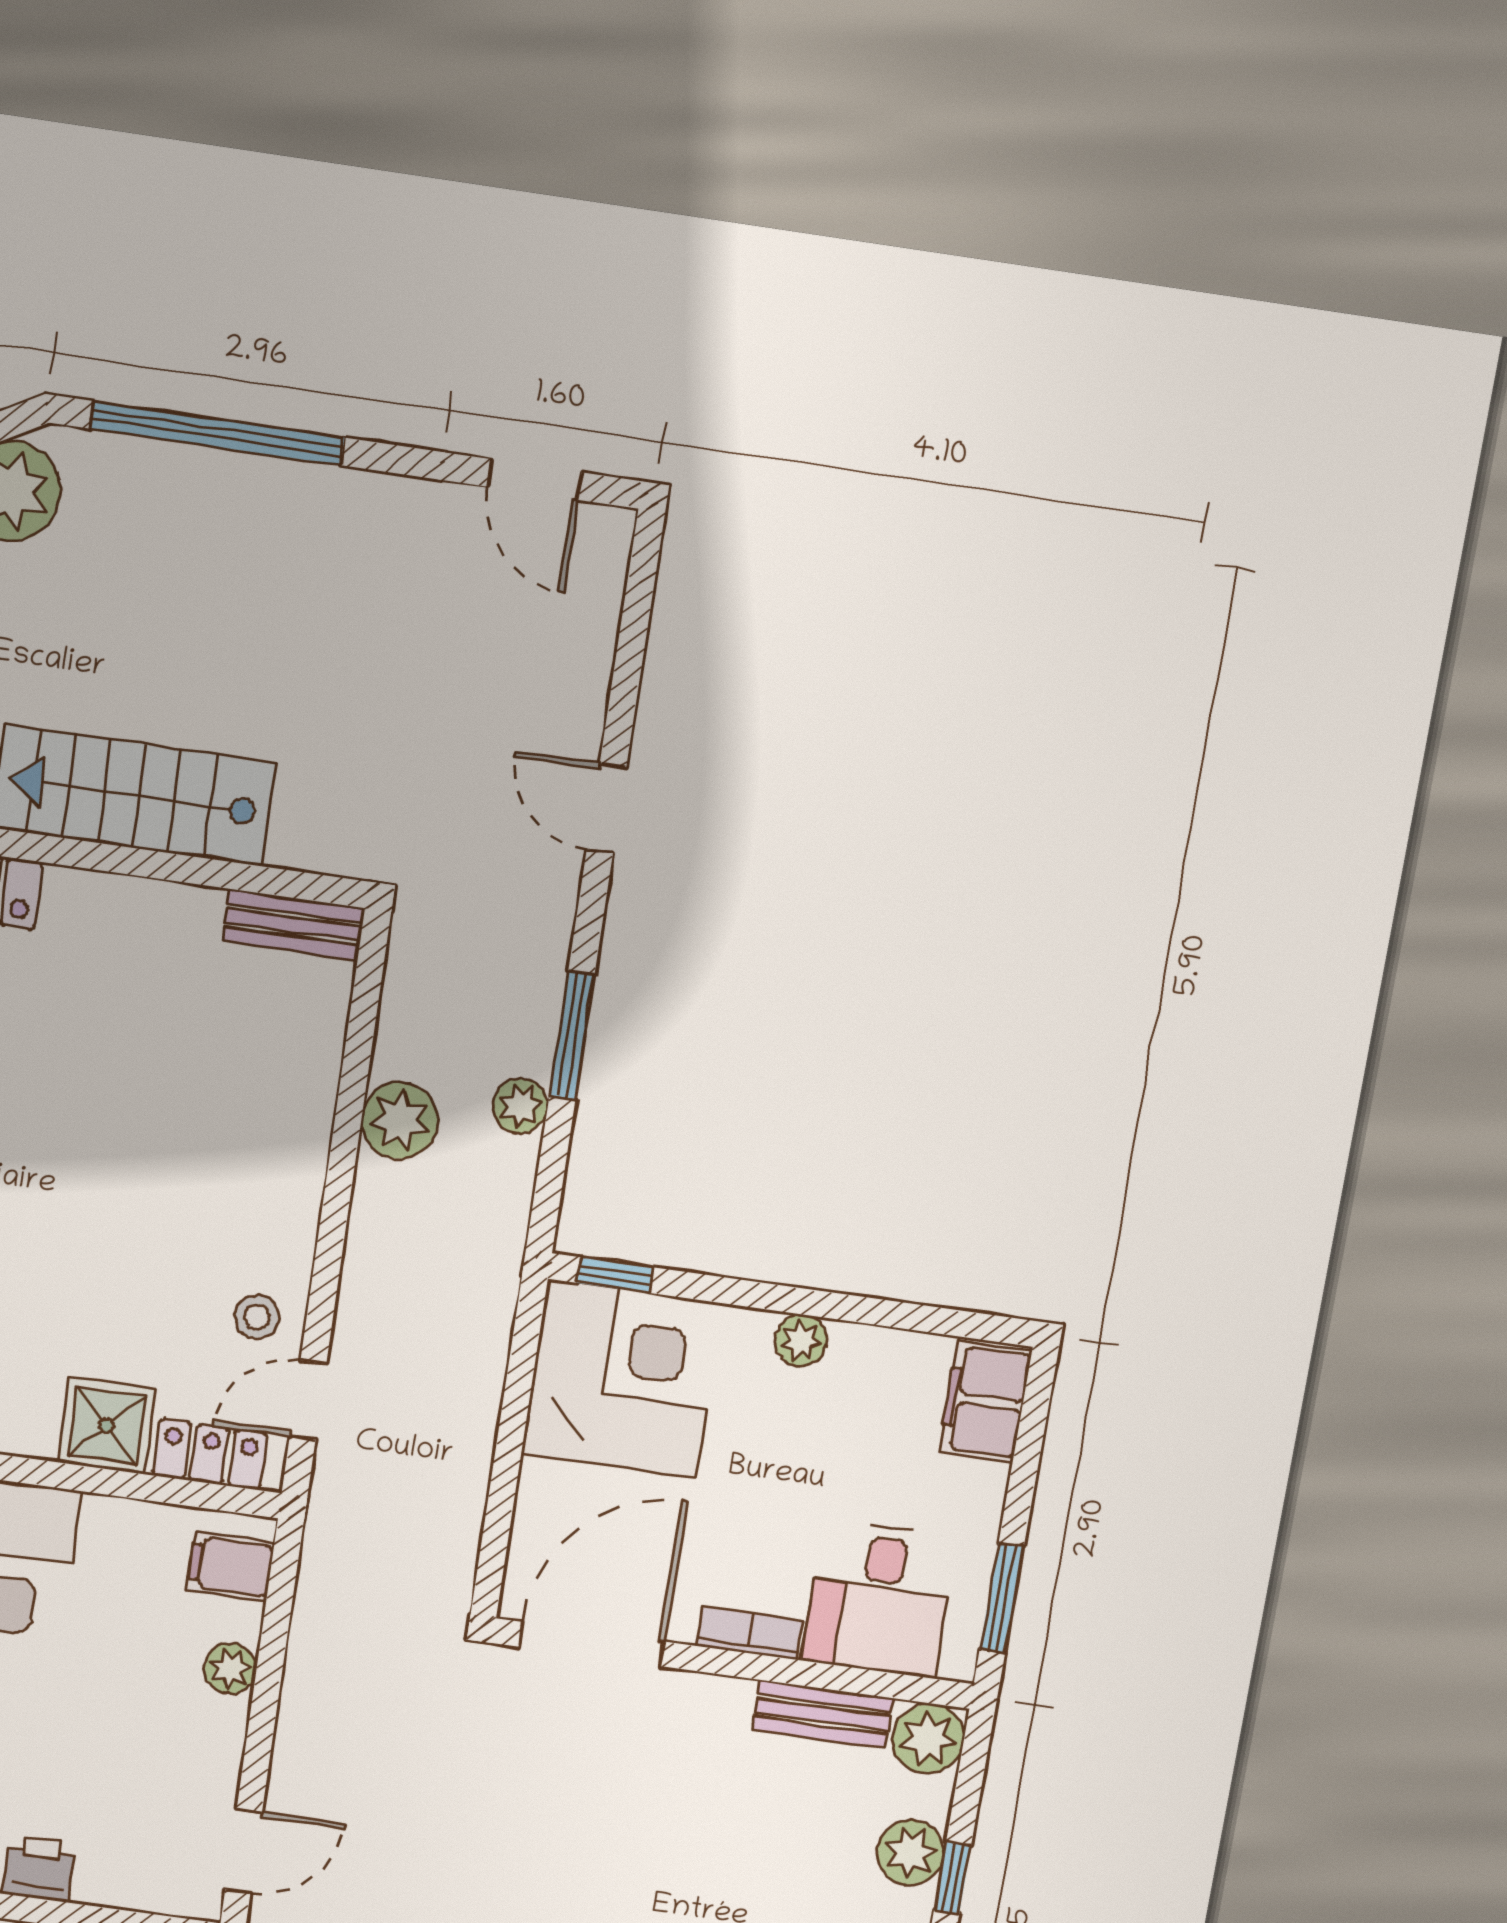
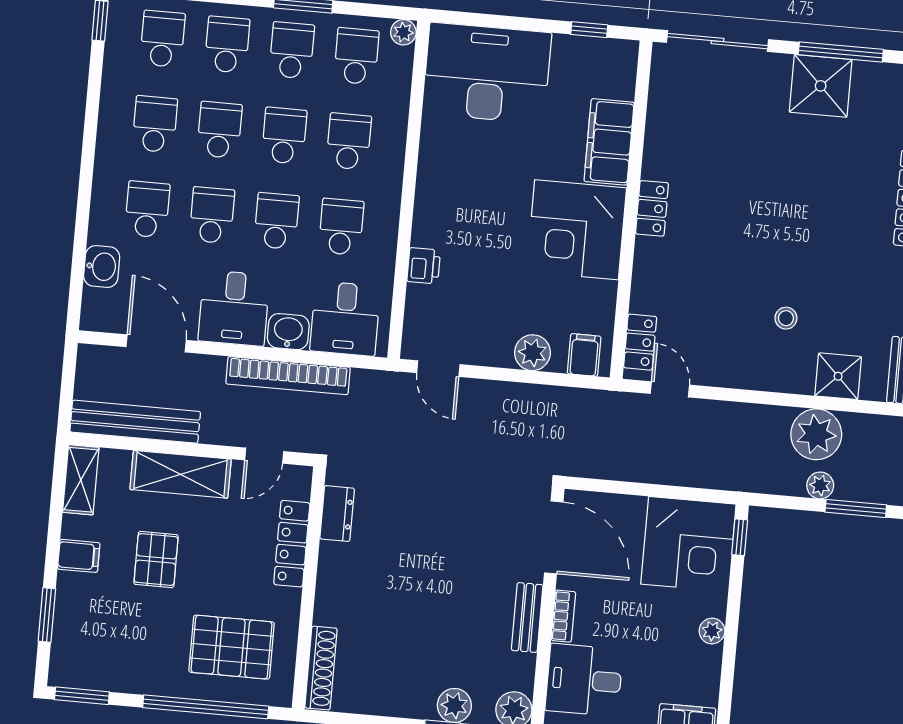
plant: (400, 1121) -> (816, 434), width x1.36, depth x1.36
stool: (257, 1317) -> (786, 318), moved
shower: (107, 1426) -> (838, 376), moved
plant: (230, 1669) -> (532, 353), width x1.38, depth x1.38
bench: (823, 1714) -> (527, 618), moved

